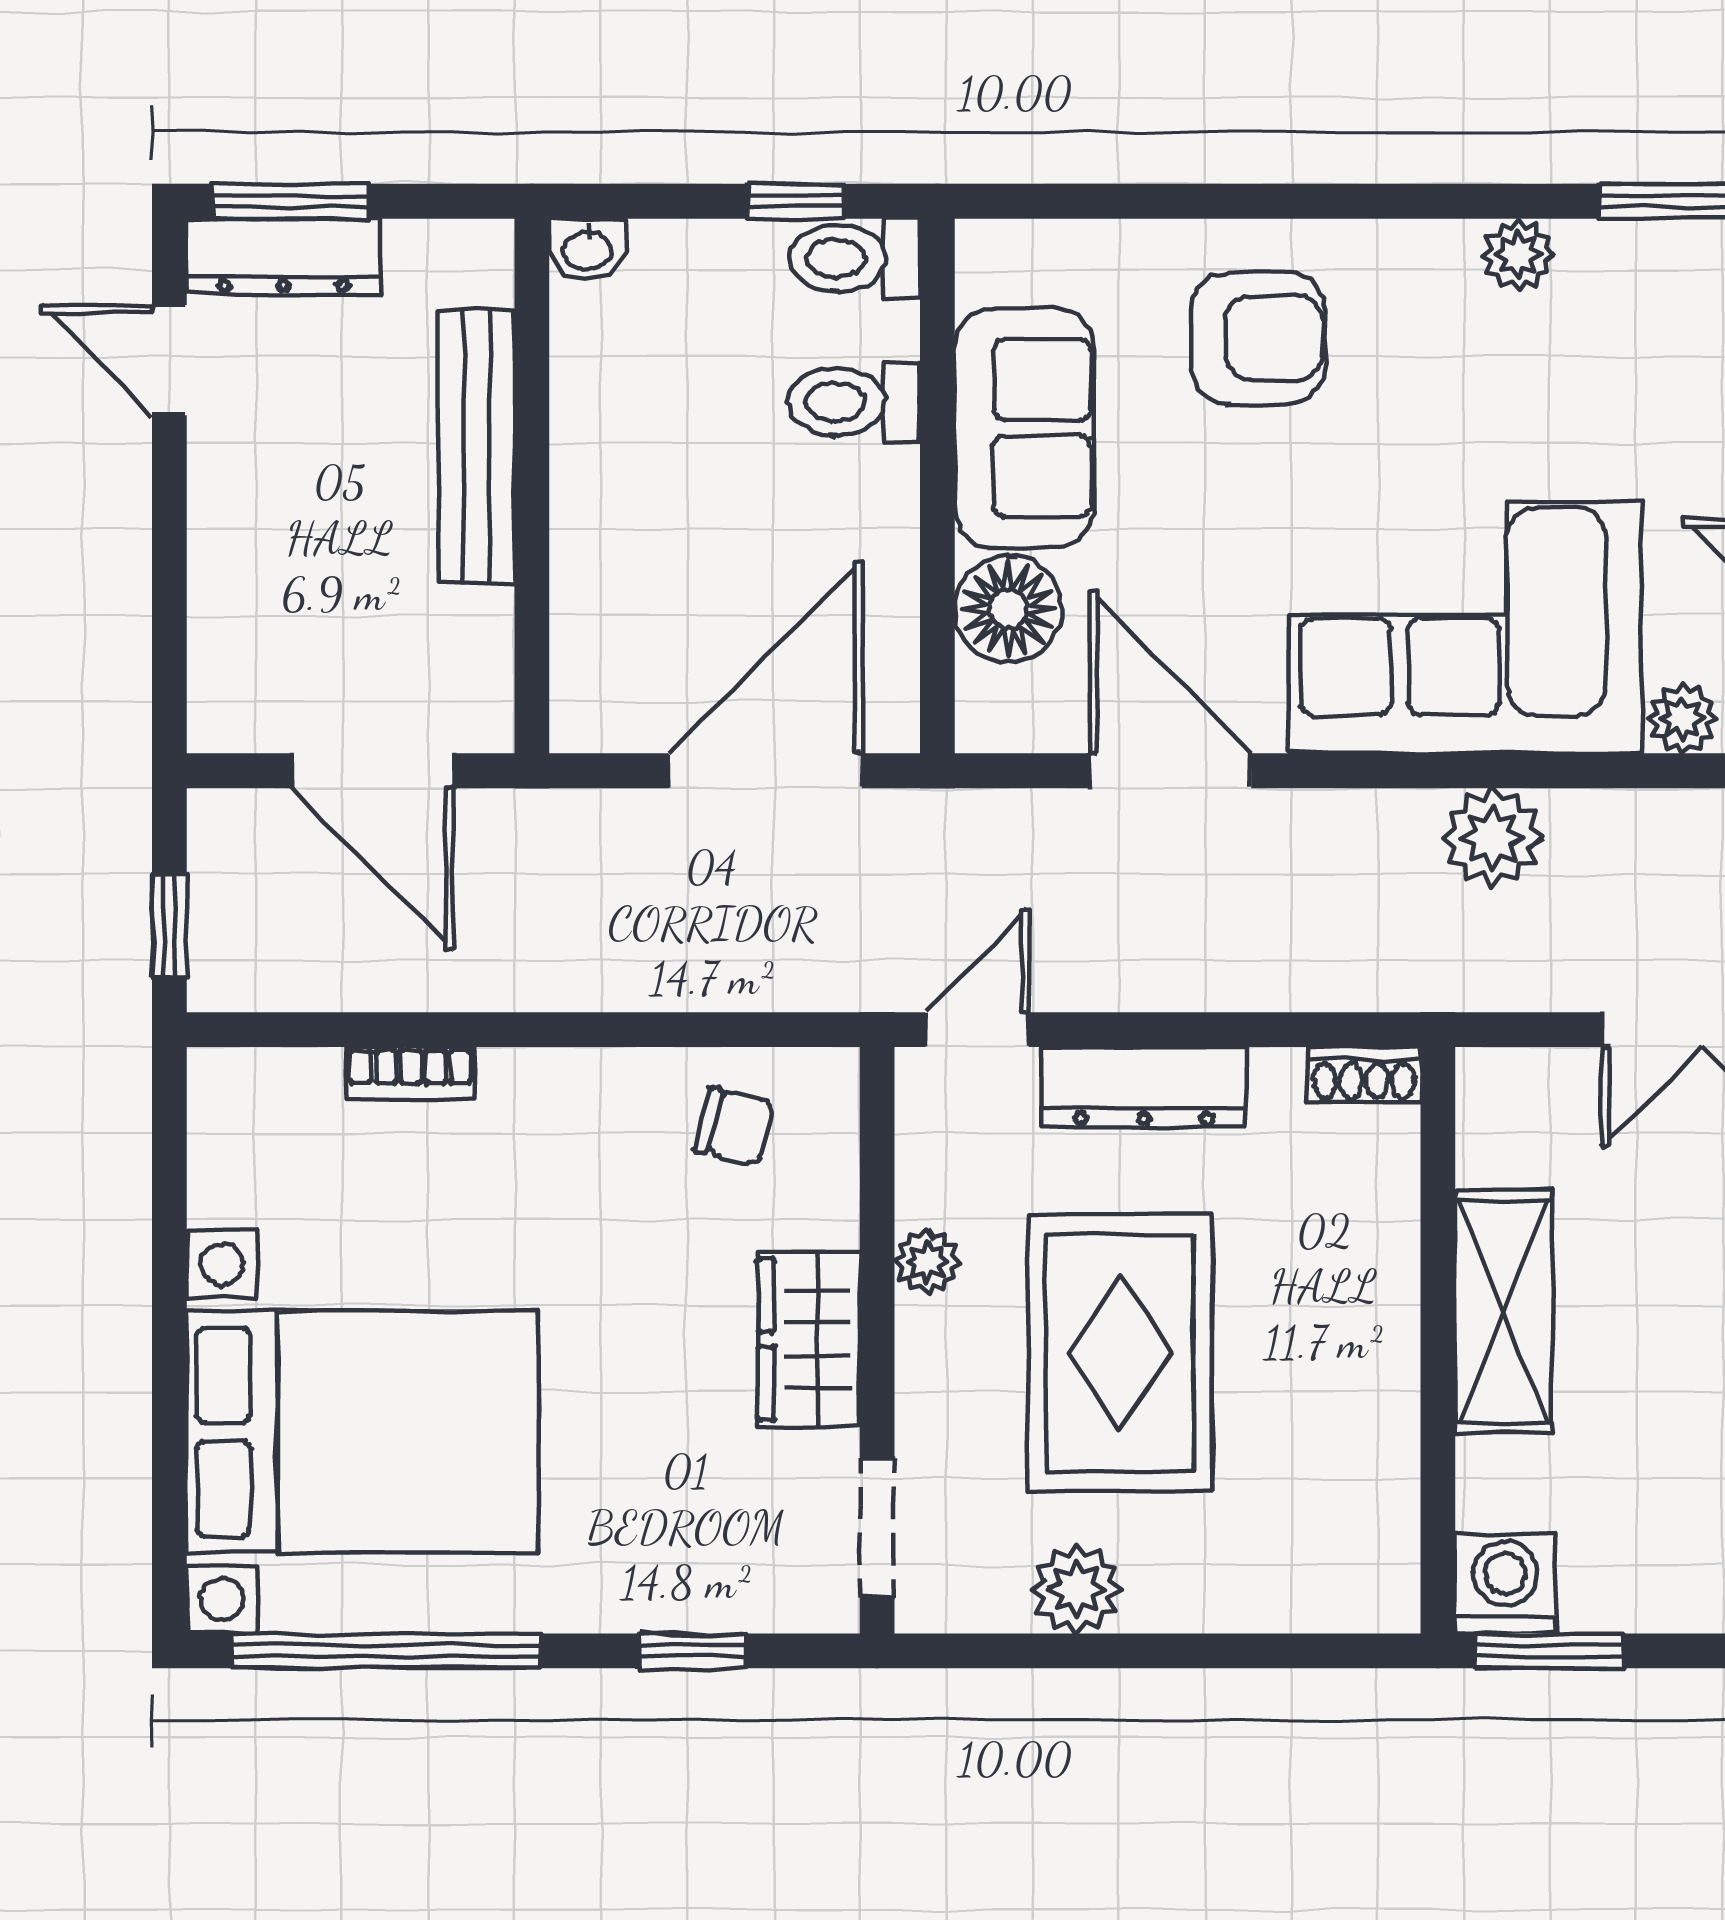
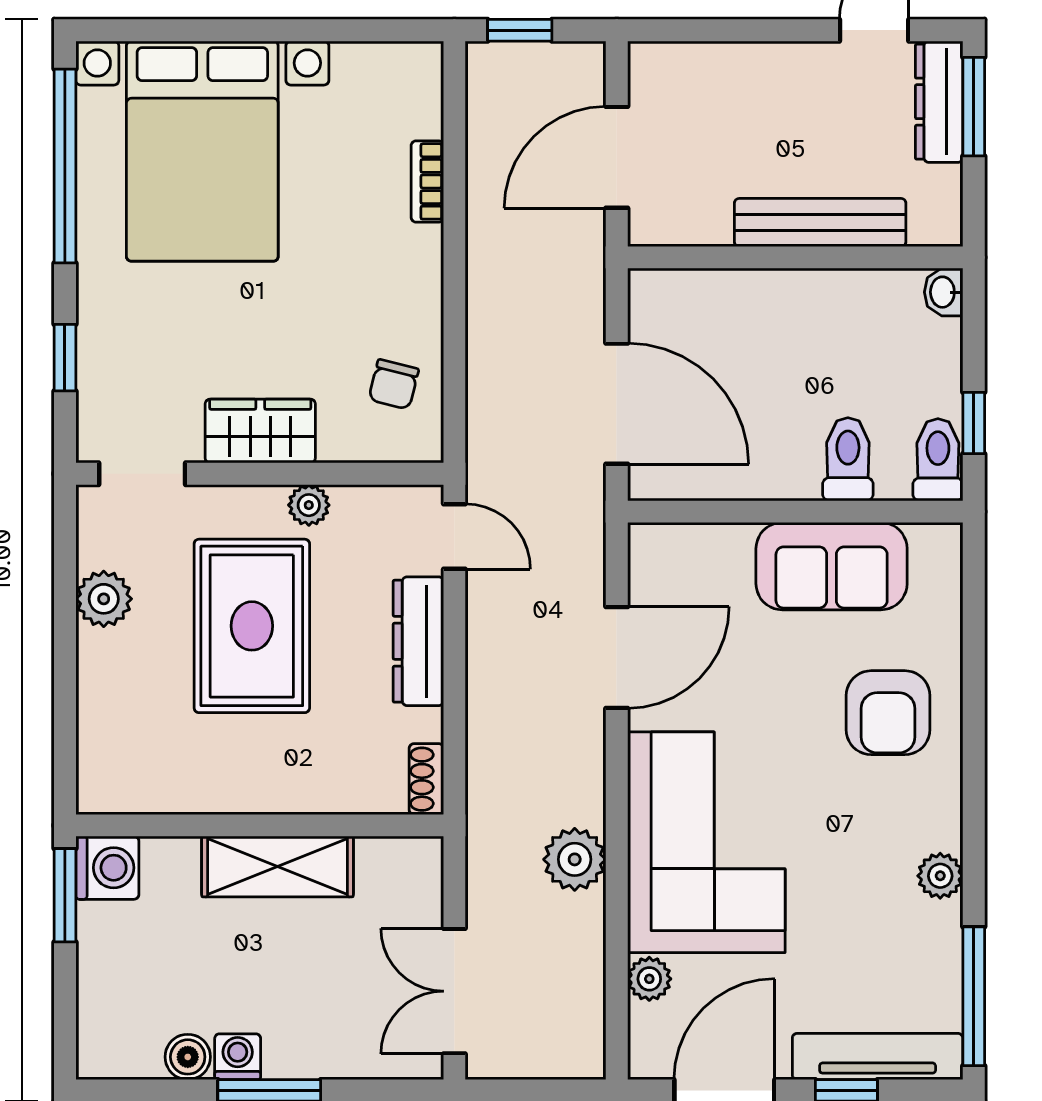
floor lamp: (1008, 609) -> (718, 556), removed
rug: (1120, 1353) -> (252, 626), turned 90

